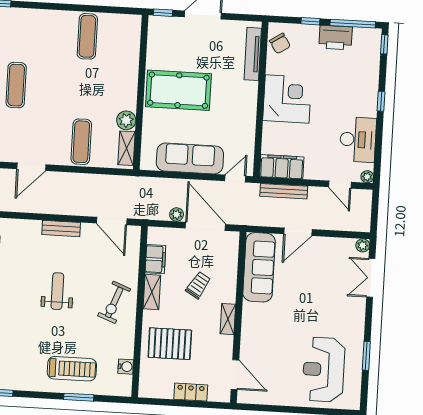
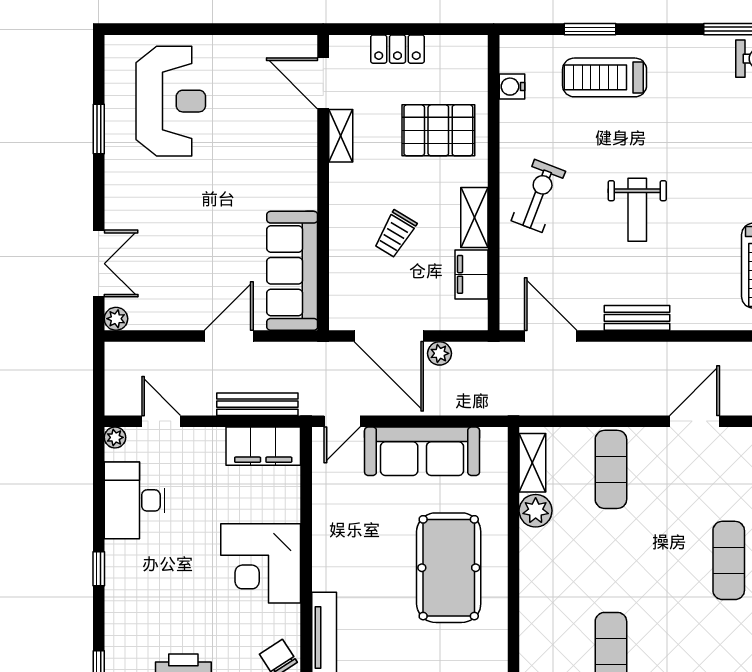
pool table: (178, 90) -> (449, 568), turned 90
shelving: (228, 319) -> (341, 136), moved

